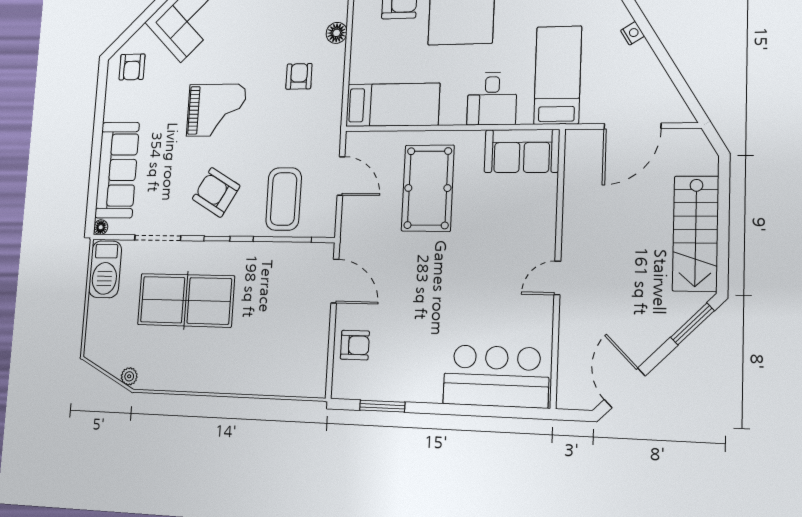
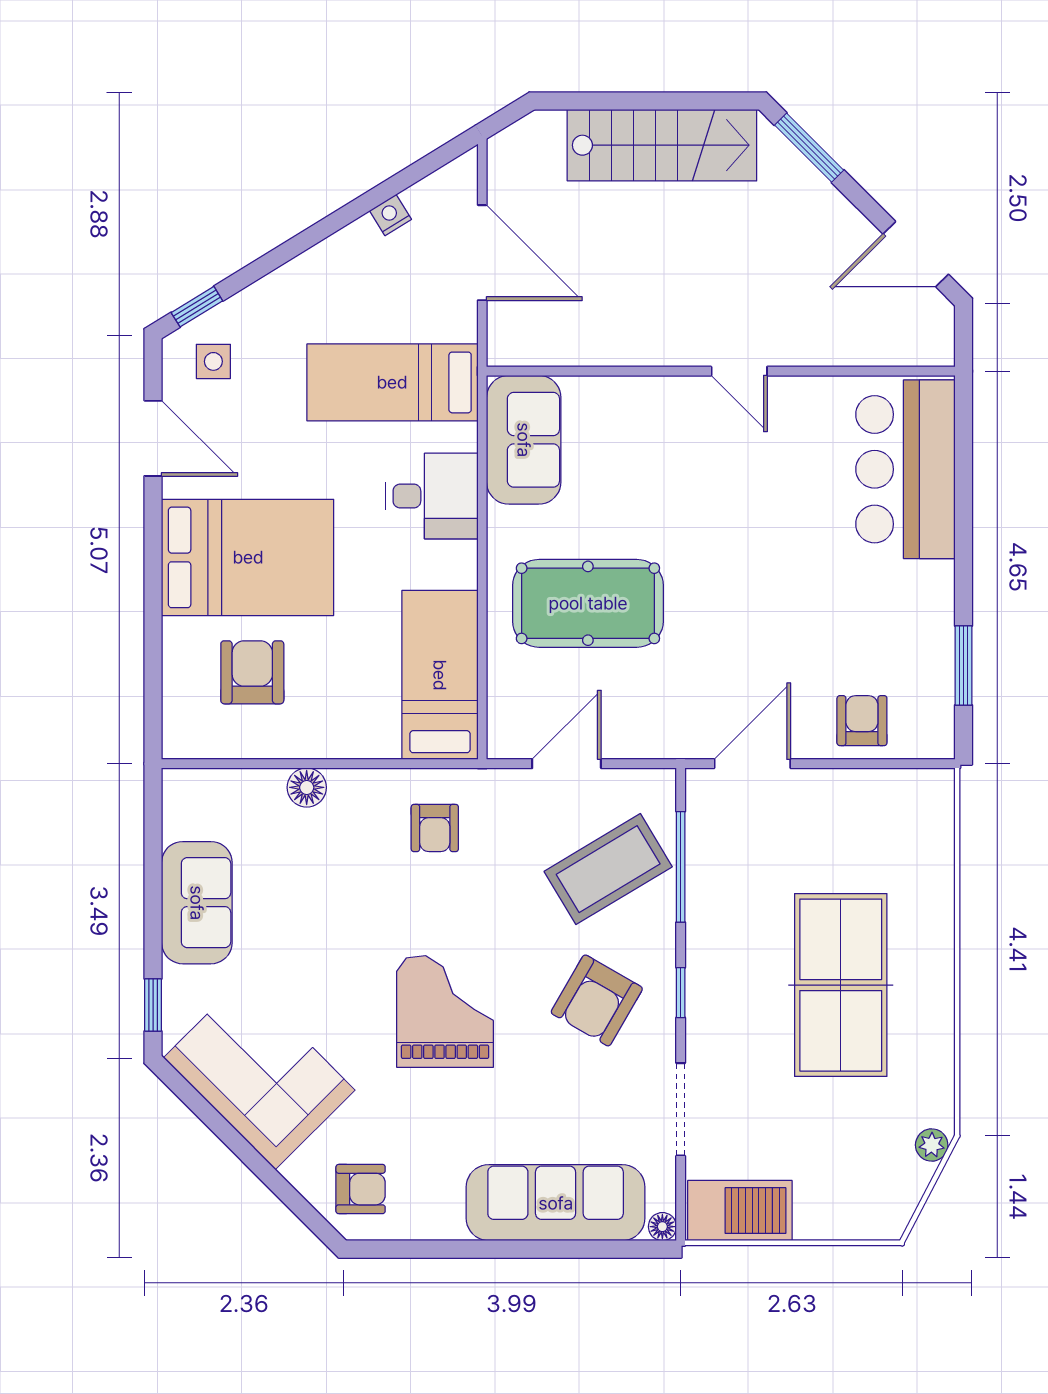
nightstand: (632, 33) -> (390, 215), moved
armchair: (299, 76) -> (435, 828), moved, turned -90
coffee table: (284, 199) -> (608, 869), turned -31
table tennis table: (186, 300) -> (841, 985), moved

